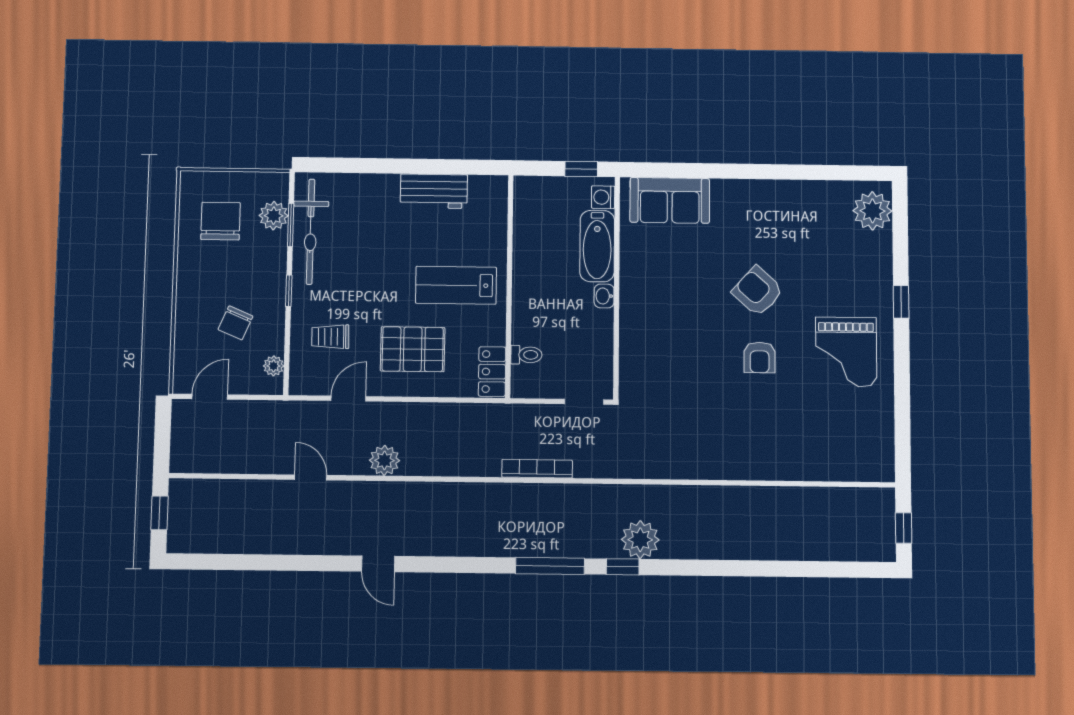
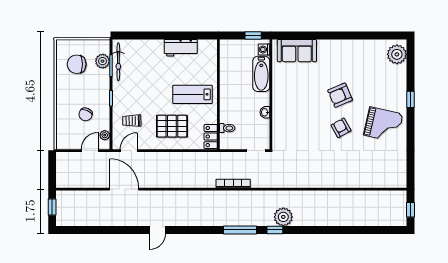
chair: (221, 221) -> (77, 64), turned -90
bicycle: (310, 232) -> (118, 62), width x0.73, depth x0.71
armchair: (758, 291) -> (340, 95), turned -65
washbasin: (604, 296) -> (265, 112), moved
grand piano: (846, 352) -> (383, 125), turned -77
armchair: (760, 358) -> (341, 128), turned 151
door: (210, 397) -> (90, 151), moved
door: (348, 399) -> (129, 151), moved
plant: (384, 460) -> (159, 180), removed
door: (311, 477) -> (124, 189), width x1.88
door: (378, 564) -> (157, 230), hinge flipped

